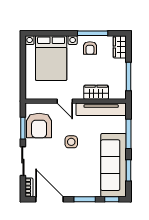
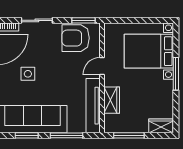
window: (93, 33) -> (176, 74), moved
armchair: (90, 48) -> (160, 93), removed
window: (23, 128) -> (84, 20), moved
side table: (71, 142) -> (28, 74), moved

